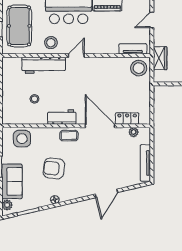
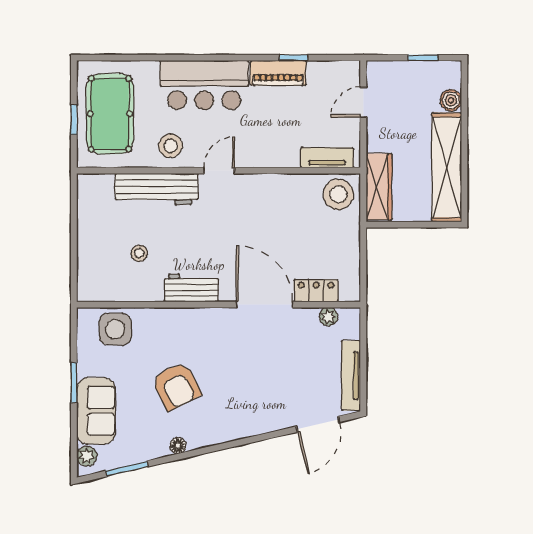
wardrobe: (160, 58) -> (379, 187), width x1.50
coffee table: (69, 136) -> (205, 323), removed
armchair: (54, 168) -> (176, 386), turned -124
door: (106, 193) -> (318, 424), moved

